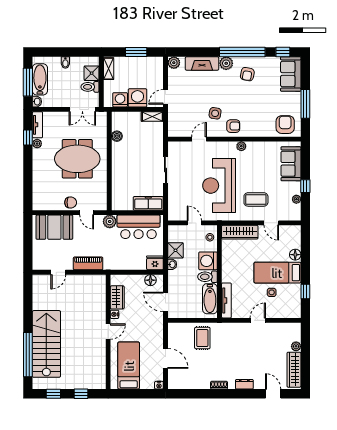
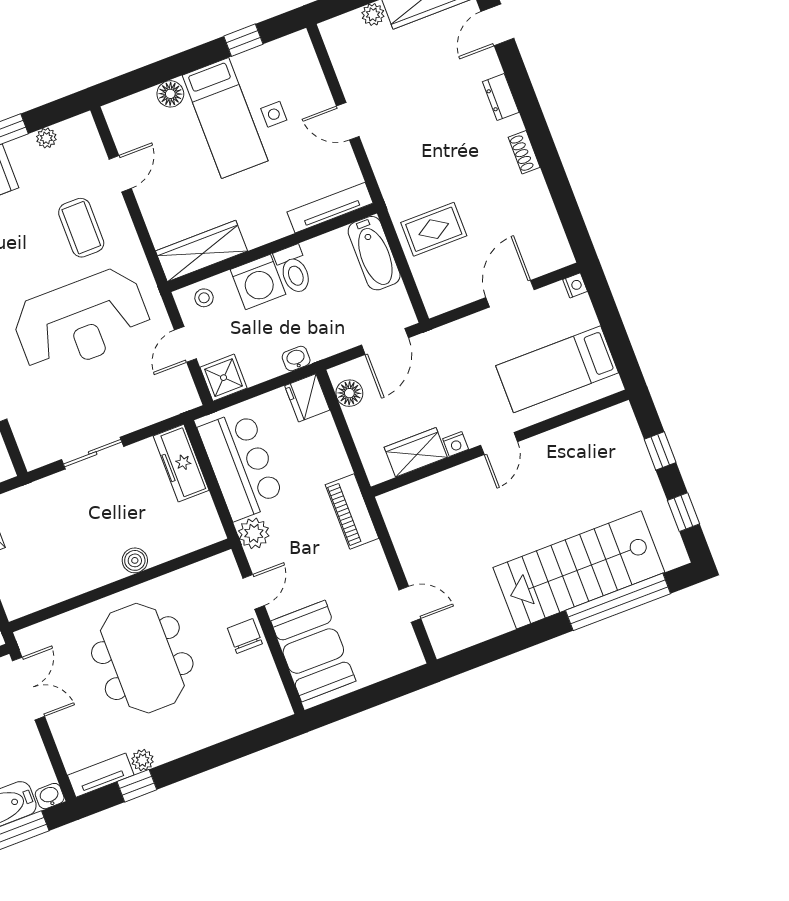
boiler: (117, 136) -> (135, 560), moved
wardrobe: (240, 232) -> (202, 251), moved, turned -90
shower: (176, 250) -> (224, 378), moved
piano: (88, 263) -> (352, 512), moved
bathtub: (210, 299) -> (374, 253), moved, turned 90
door: (108, 332) -> (499, 444), swing flipped

